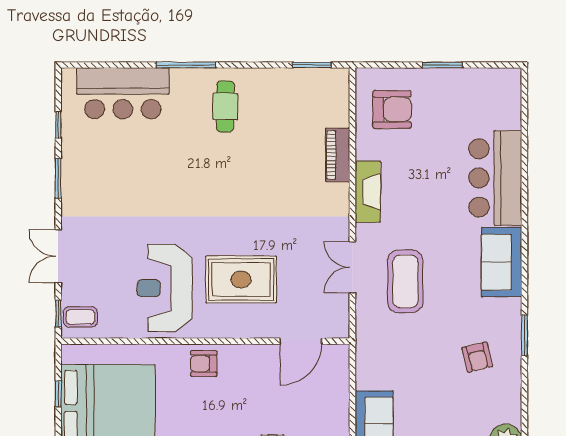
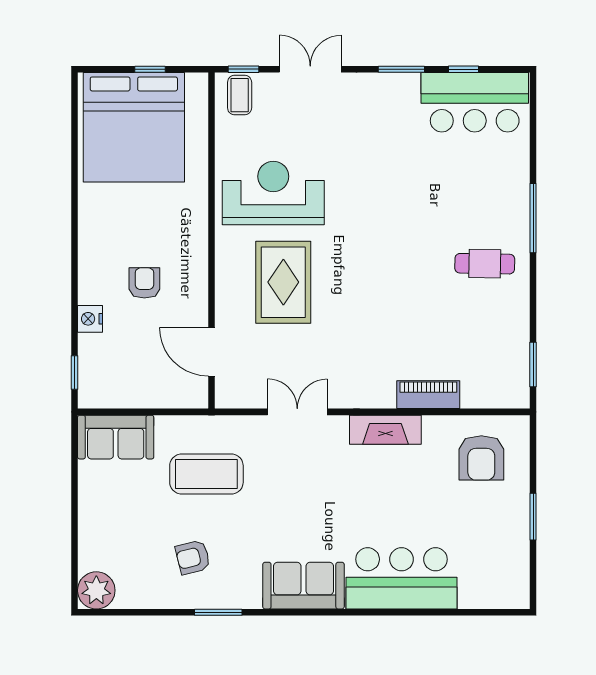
bar counter: (123, 93) -> (475, 102), moved, turned -90
coffee table: (405, 281) -> (206, 474), moved
armchair: (204, 364) -> (144, 283), moved

